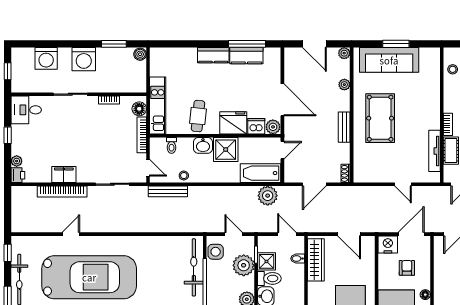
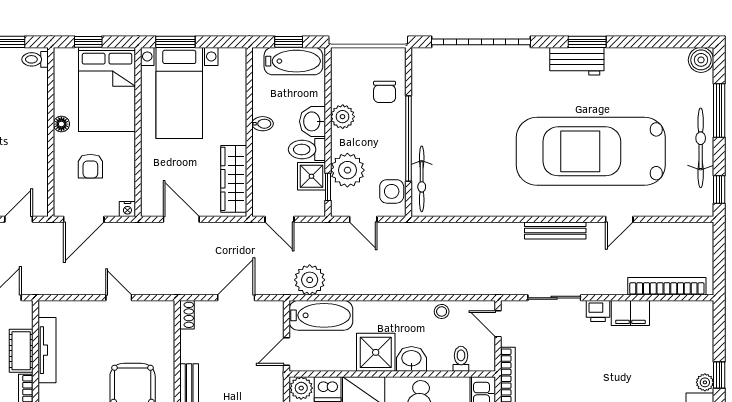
plant: (17, 161) -> (705, 382), moved
printer: (18, 175) -> (598, 311), moved, turned -90
door: (403, 184) -> (119, 298), moved
bench: (168, 191) -> (555, 230), moved
bookcase: (62, 192) -> (667, 286), moved
nightstand: (388, 244) -> (127, 209), width x0.53, depth x0.56
bidet: (298, 259) -> (263, 124), moved
bicycle: (194, 267) -> (422, 179), width x0.73, depth x0.71

